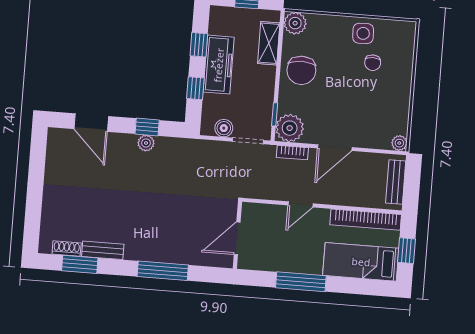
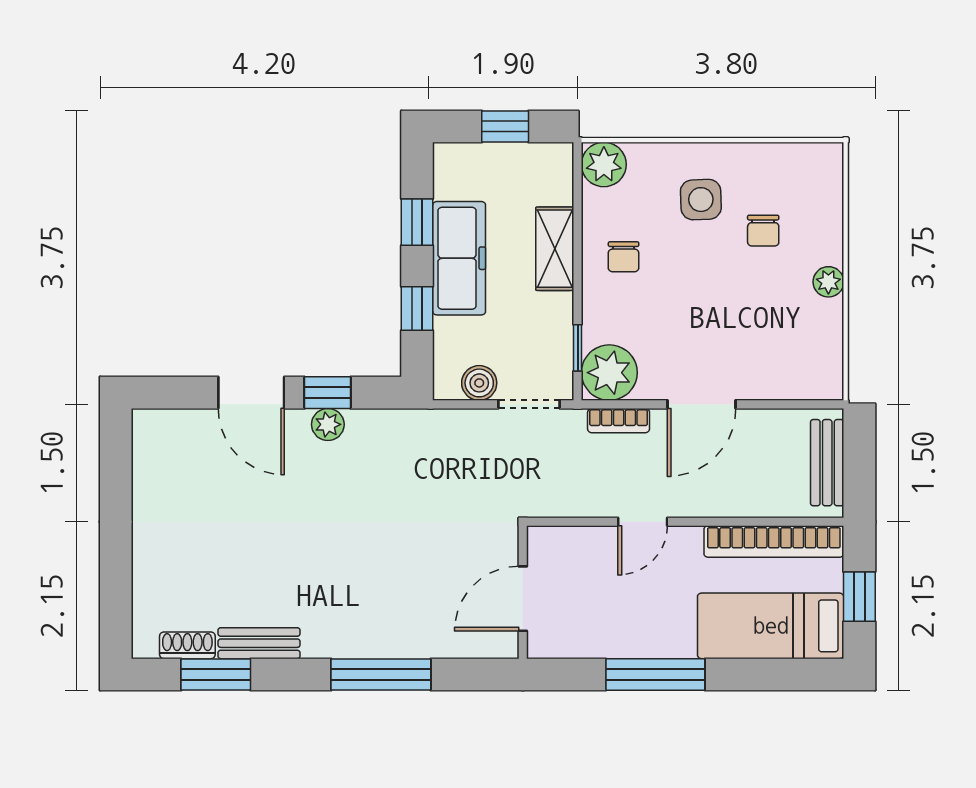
side table: (363, 33) -> (701, 200), moved
shelving: (269, 43) -> (555, 249), moved
chair: (301, 70) -> (624, 257), width x0.54, depth x0.54
door: (91, 123) -> (251, 393), moved
plant: (399, 143) -> (828, 282), moved

